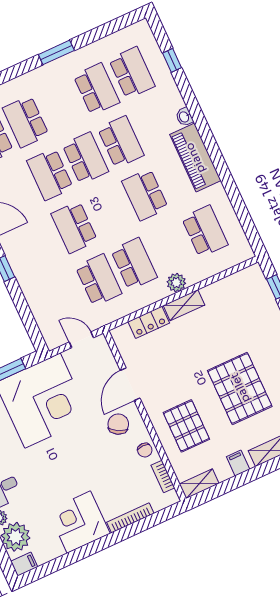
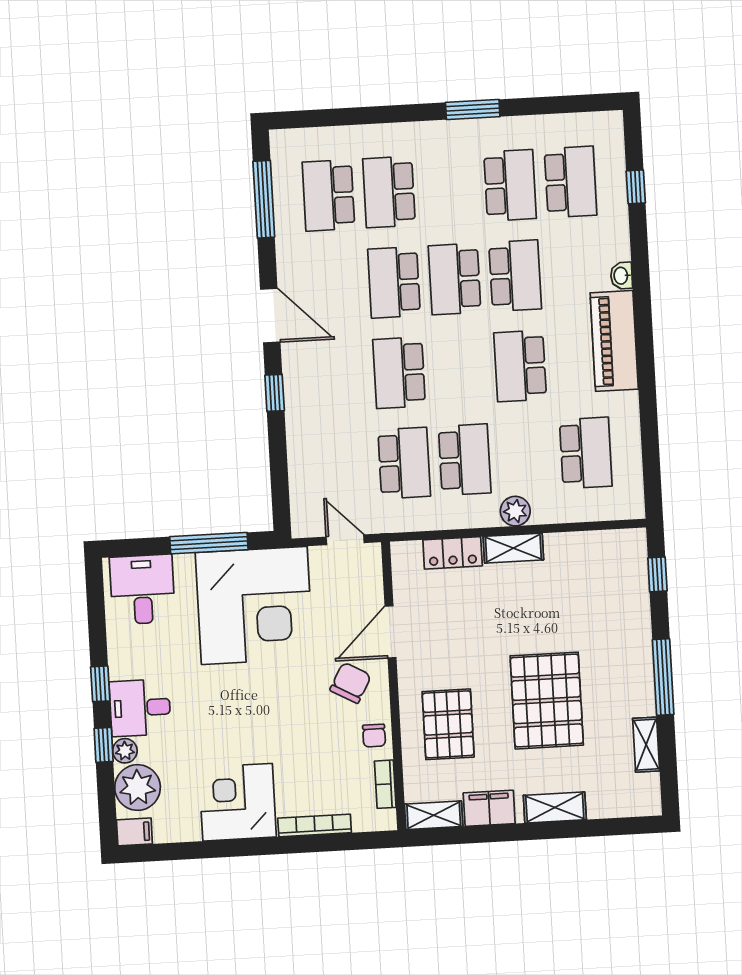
school desk: (85, 158) -> (455, 279), turned 180
filing cabinet: (238, 463) -> (489, 808), width x2.00

